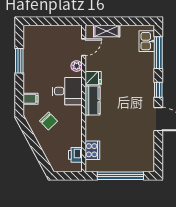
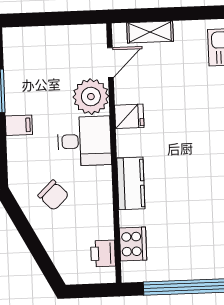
plant: (77, 66) -> (91, 97), width x1.88, depth x1.88
filing cabinet: (31, 99) -> (19, 125), moved
kitchen counter: (92, 100) -> (131, 183), moved

